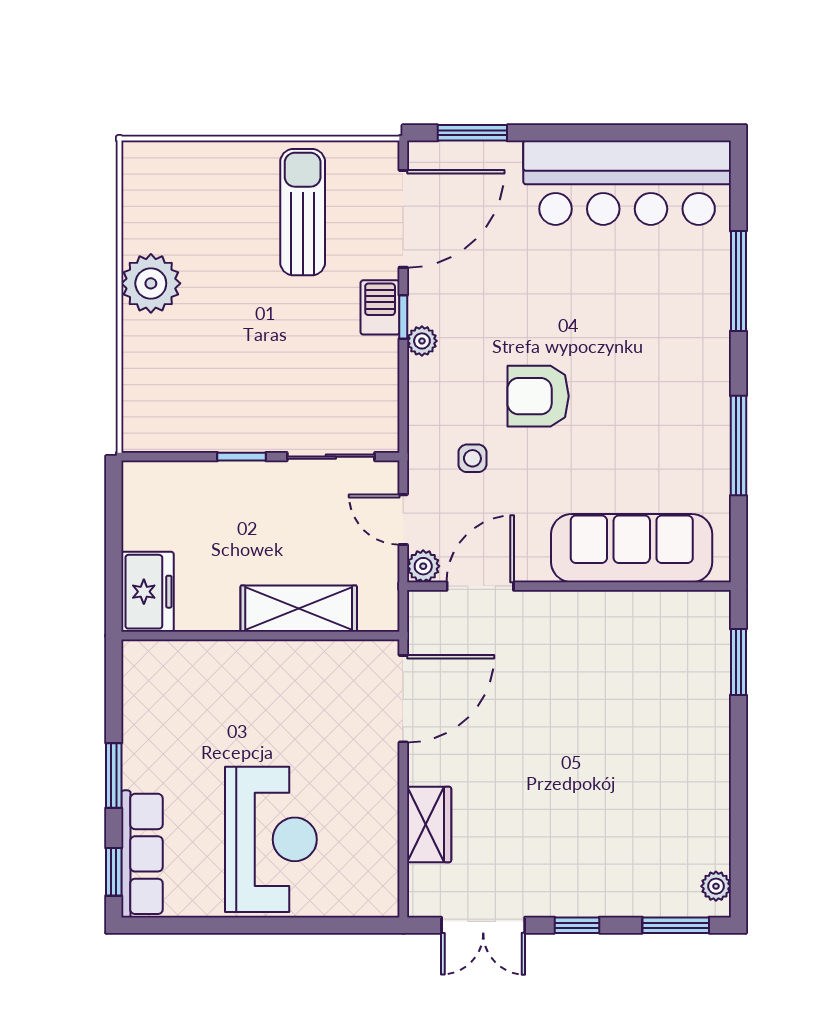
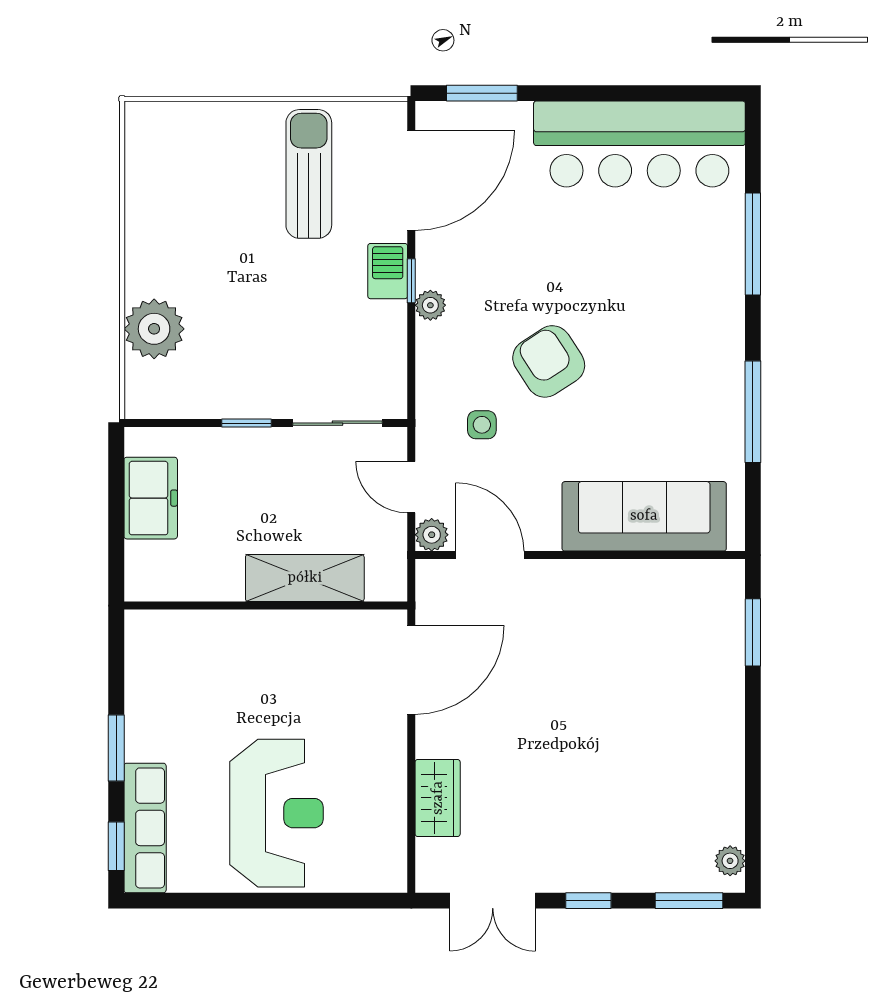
plant: (151, 283) -> (154, 329), moved
armchair: (538, 396) -> (549, 361), turned 57
door: (480, 586) -> (490, 555), hinge flipped
freezer: (147, 592) -> (151, 498), moved

